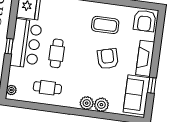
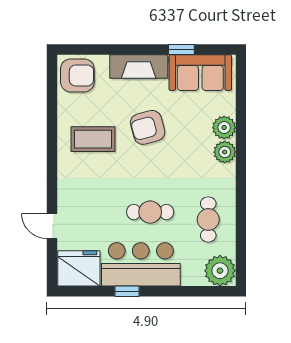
coffee table: (105, 25) -> (93, 139), turned 90
window: (9, 46) -> (127, 291), moved
plant: (11, 90) -> (220, 271), width x1.88, depth x1.88

